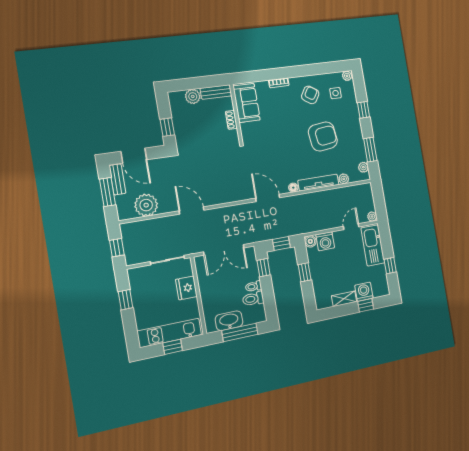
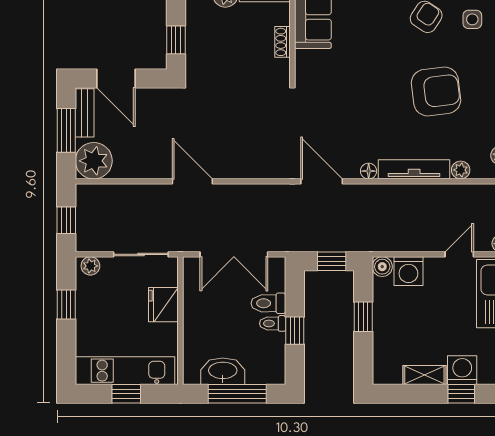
plant: (146, 205) -> (94, 161), moved
window: (264, 268) -> (295, 331), moved
plant: (137, 273) -> (90, 266), added
toilet: (253, 299) -> (268, 303), moved

